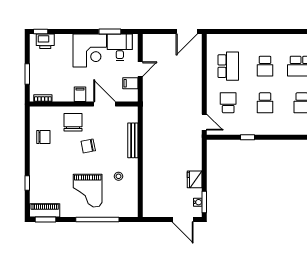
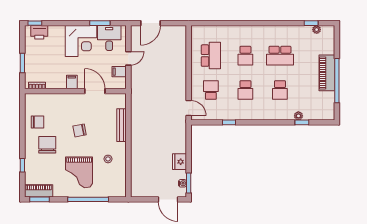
door: (187, 32) -> (151, 23), moved
chair: (73, 122) -> (47, 145), moved

